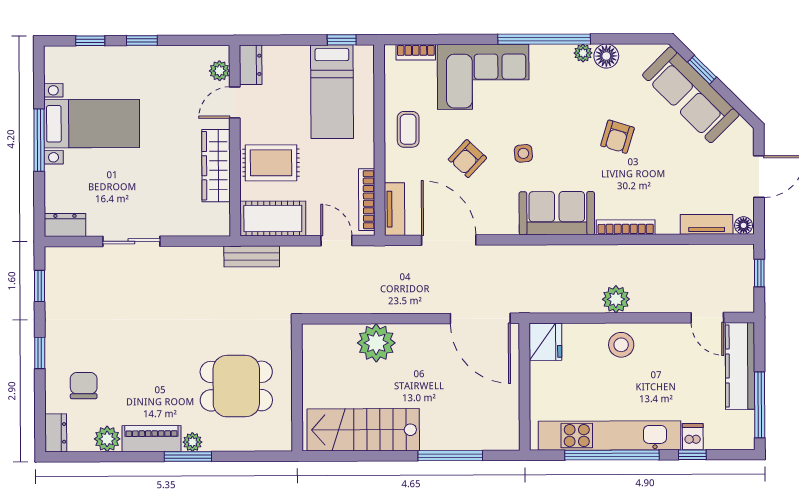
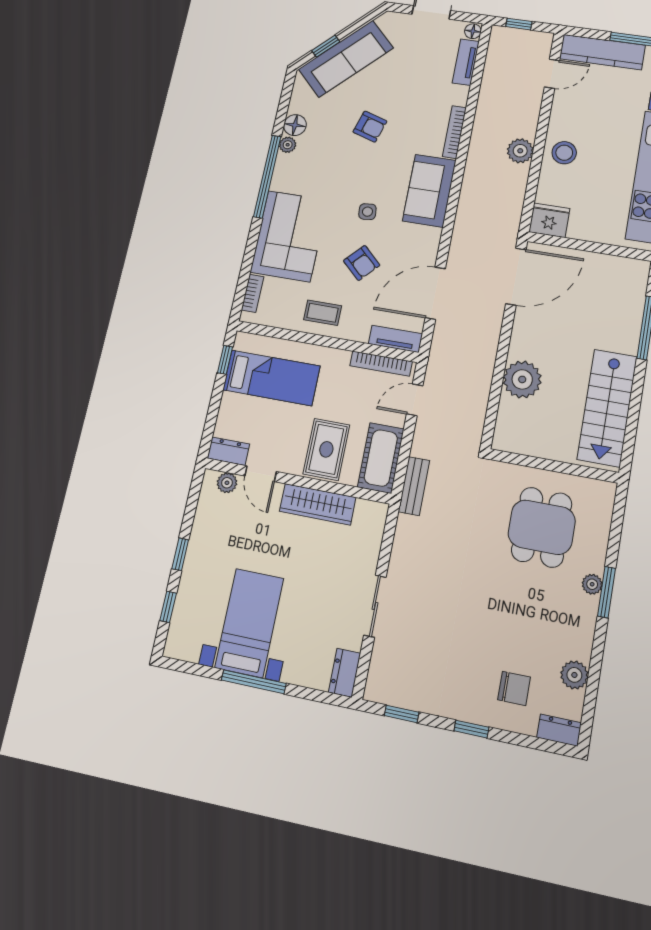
chair: (84, 386) -> (514, 688), turned 180
piano: (152, 439) -> (582, 627), removed

